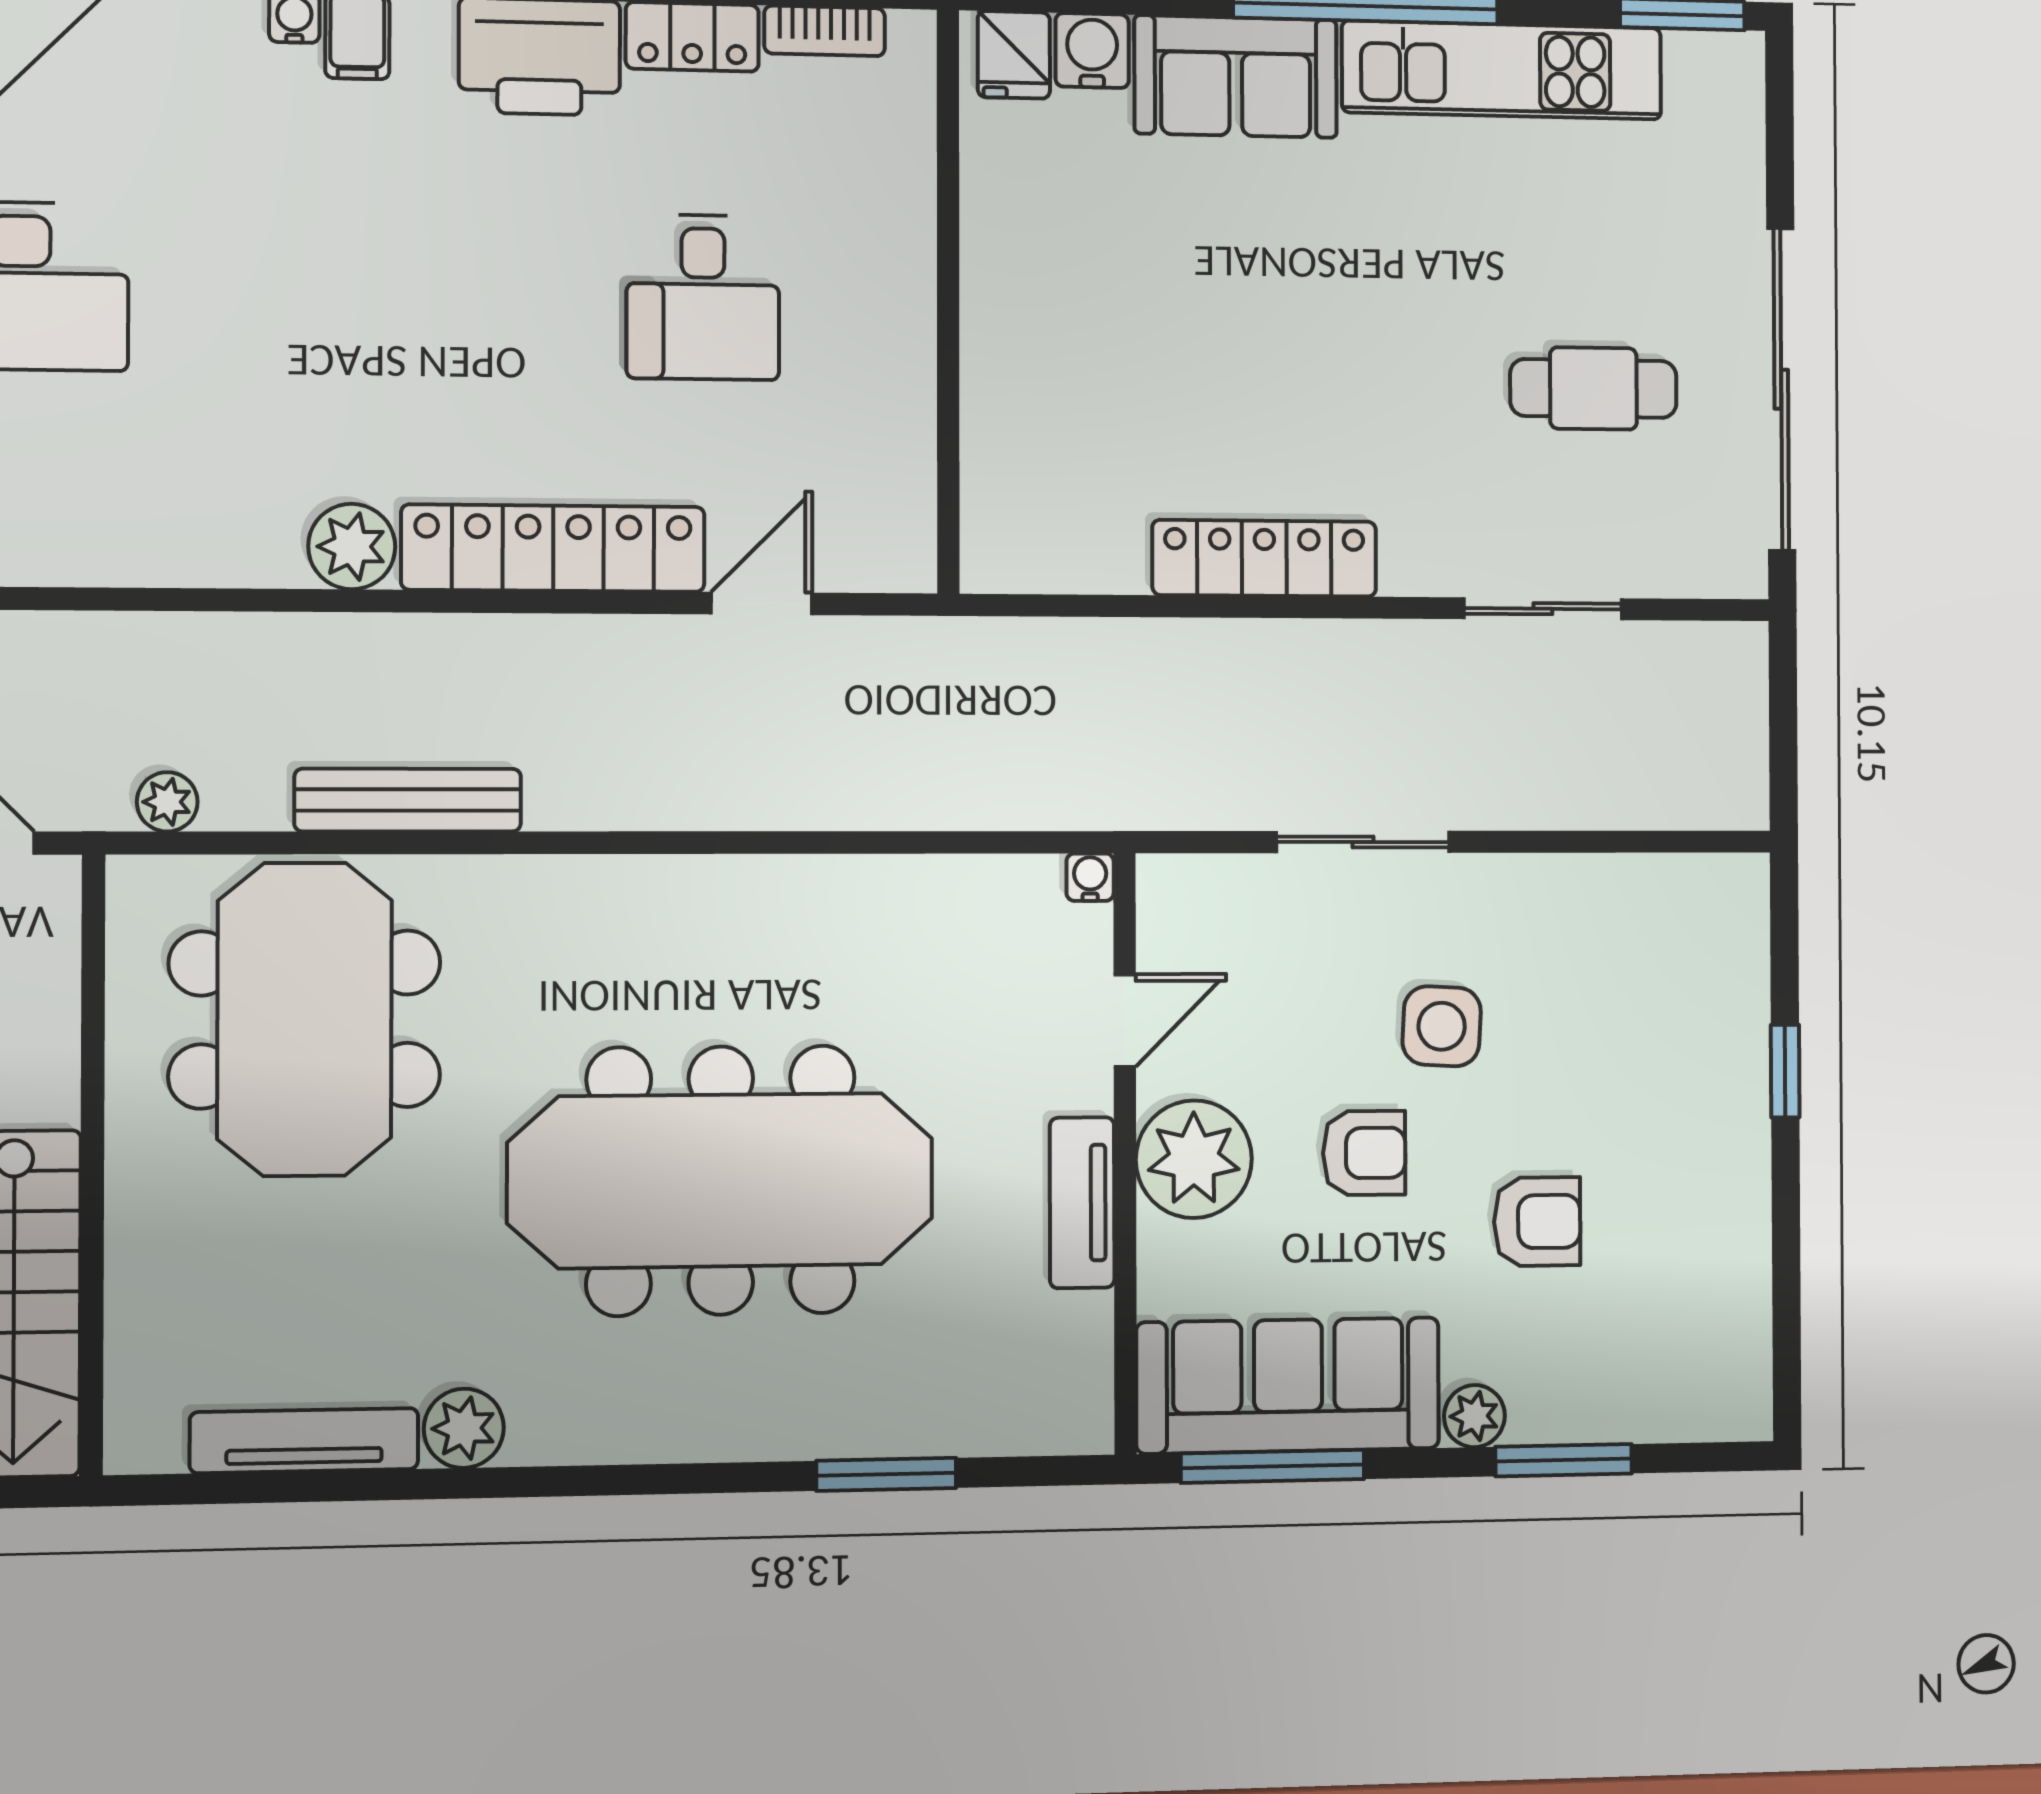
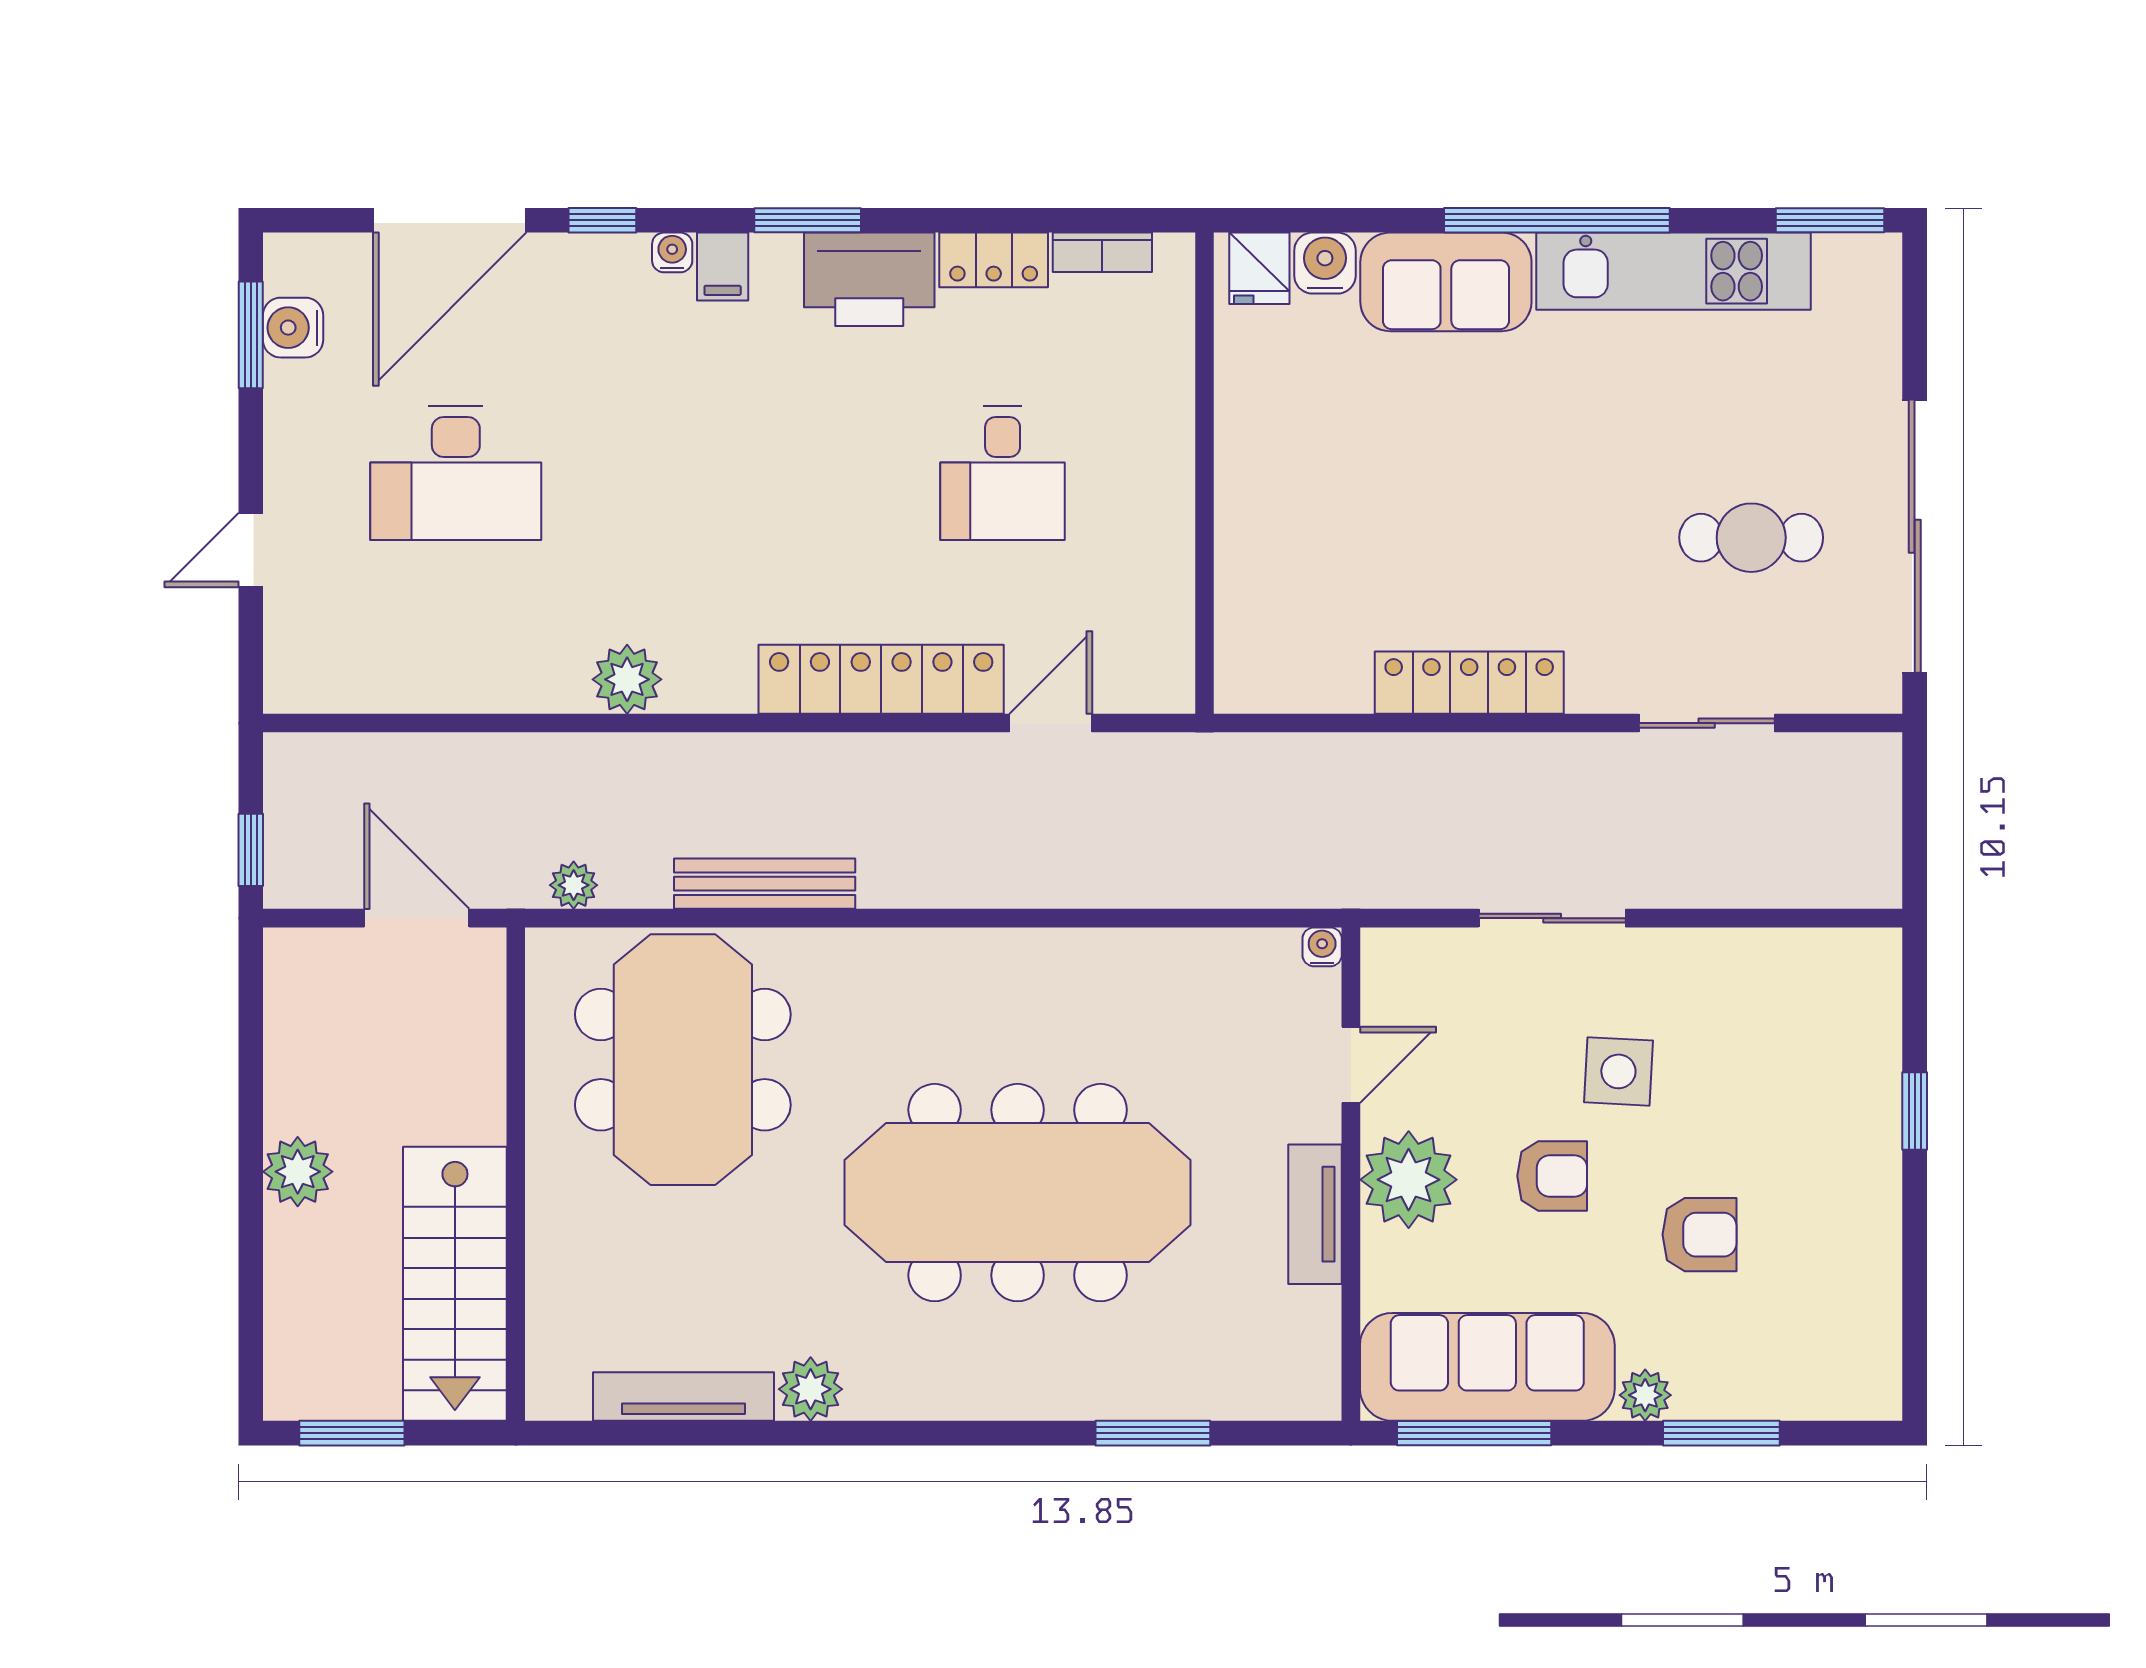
plant: (352, 547) -> (627, 679), moved

